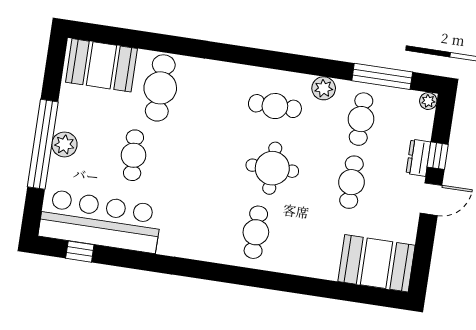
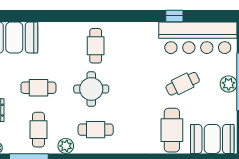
cafe table: (133, 155) -> (183, 84), turned 68
cafe table: (351, 182) -> (38, 88), turned 90
window: (80, 252) -> (174, 16), moved

